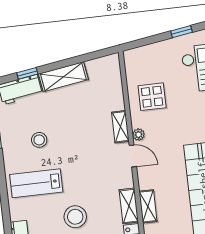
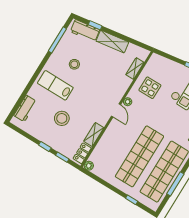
shelving: (120, 127) -> (135, 68), moved
shelving: (148, 206) -> (103, 142), removed

